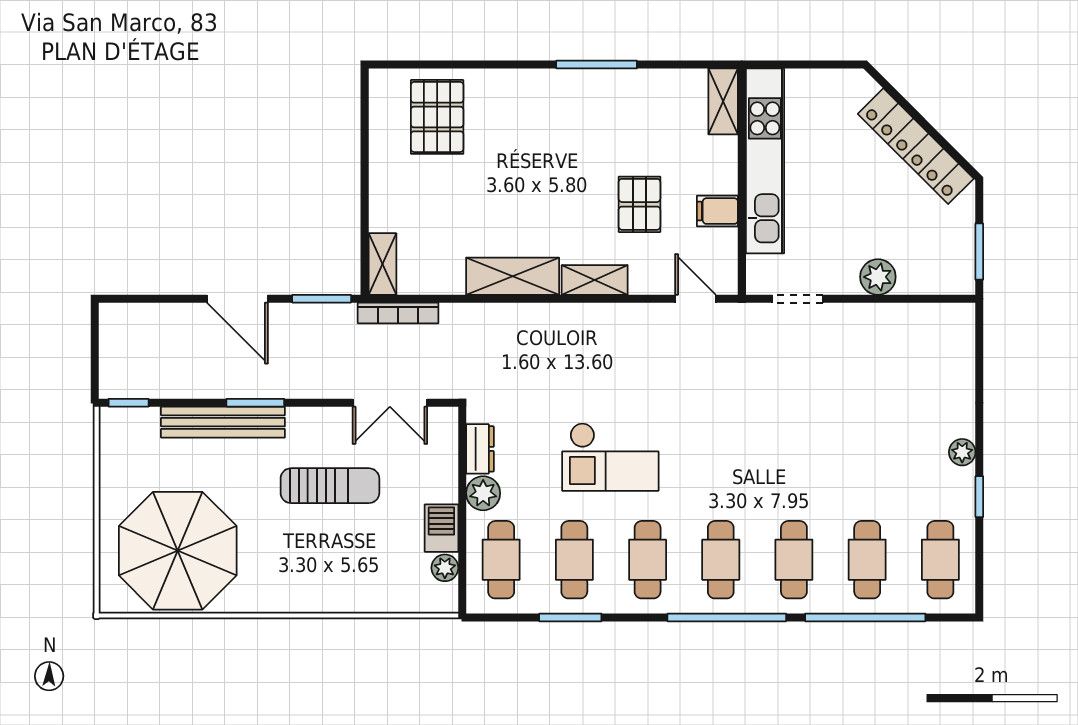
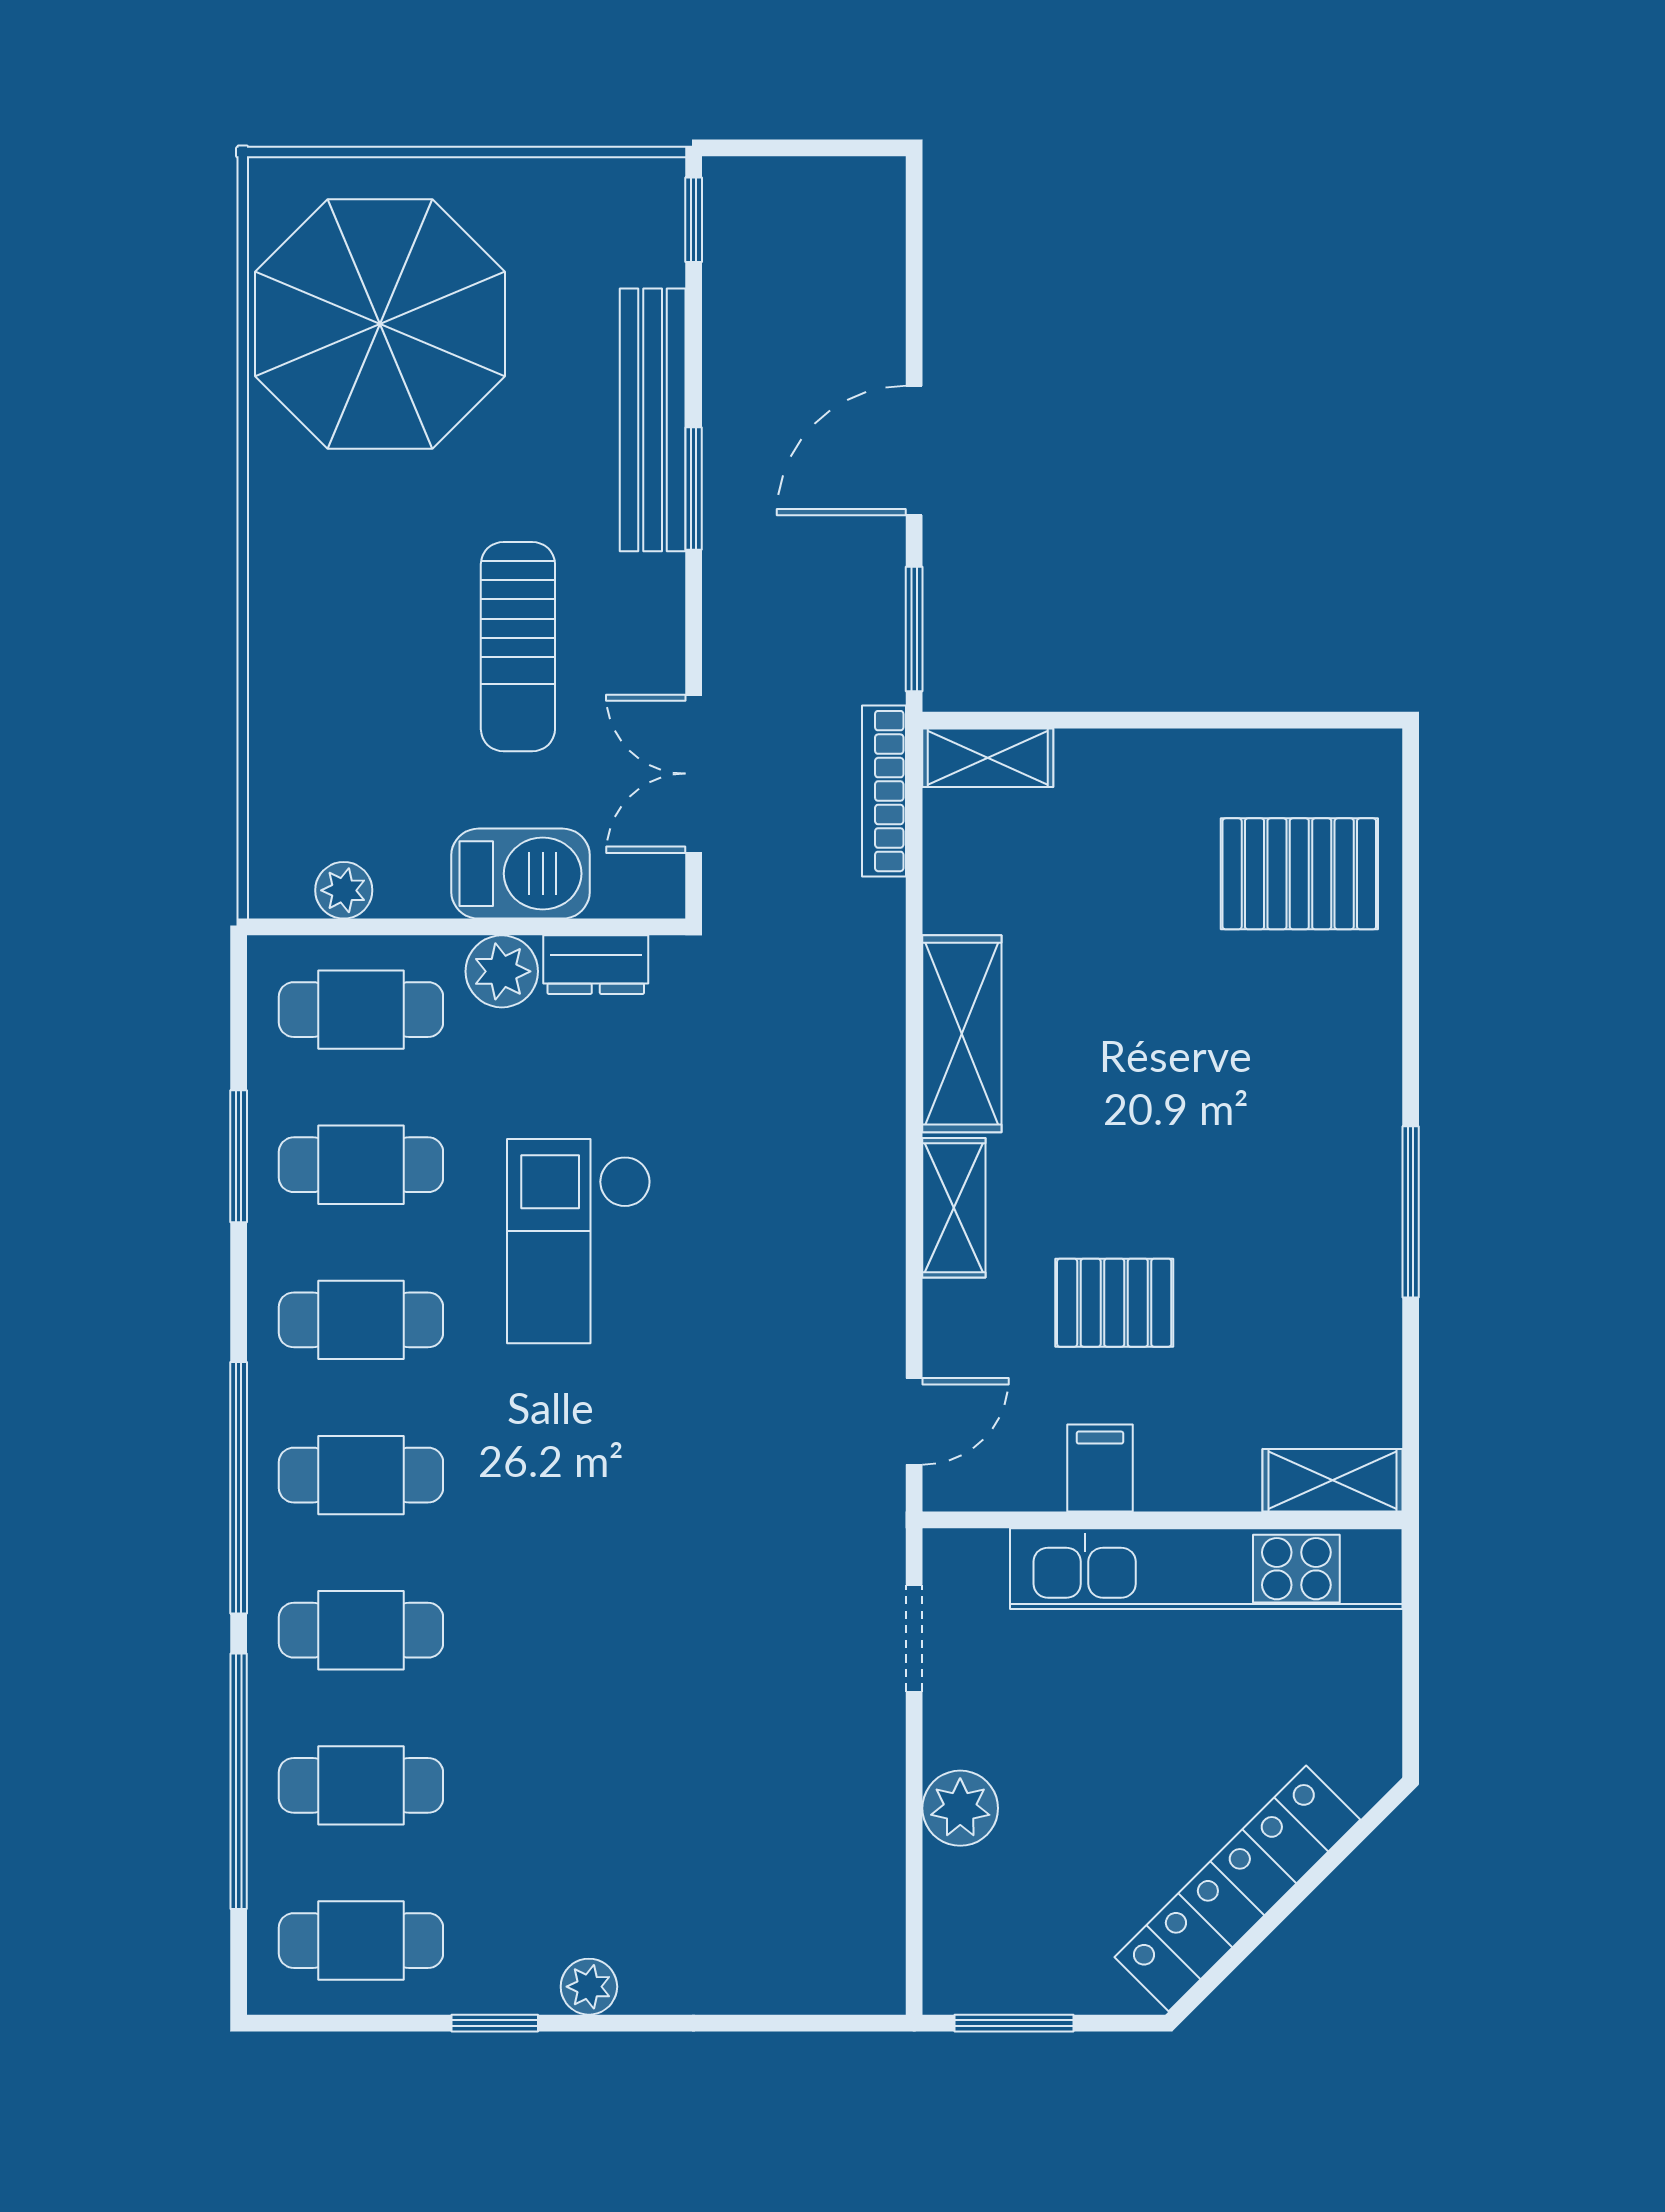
barbecue: (441, 528) -> (521, 874), moved, width x1.38, depth x1.27

